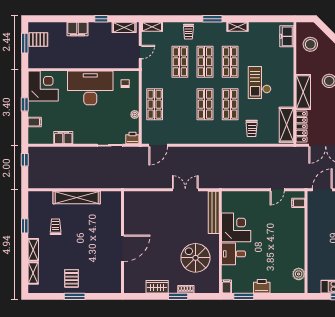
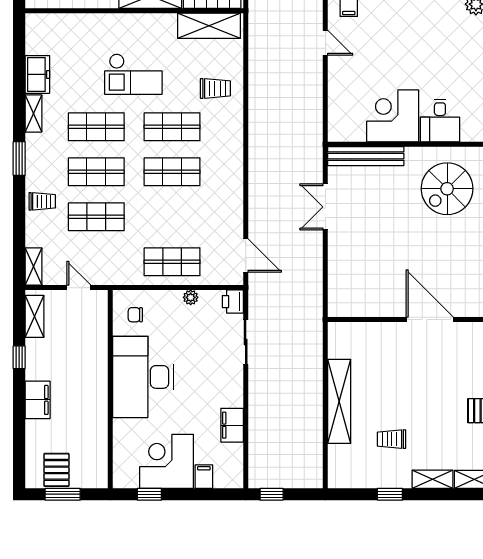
freezer: (287, 36) -> (37, 74), moved, turned -90
corner desk: (43, 86) -> (167, 461), moved
window: (25, 104) -> (149, 494), moved

